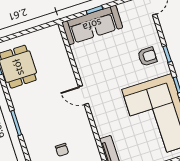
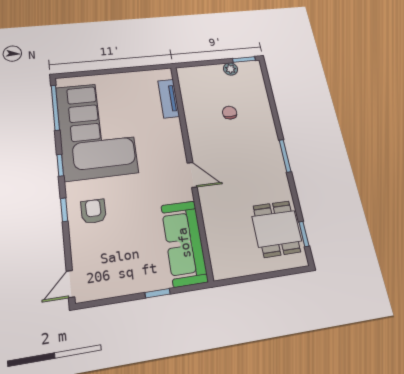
sofa: (92, 25) -> (184, 243), moved, turned -90
armchair: (147, 56) -> (93, 211), turned 90

